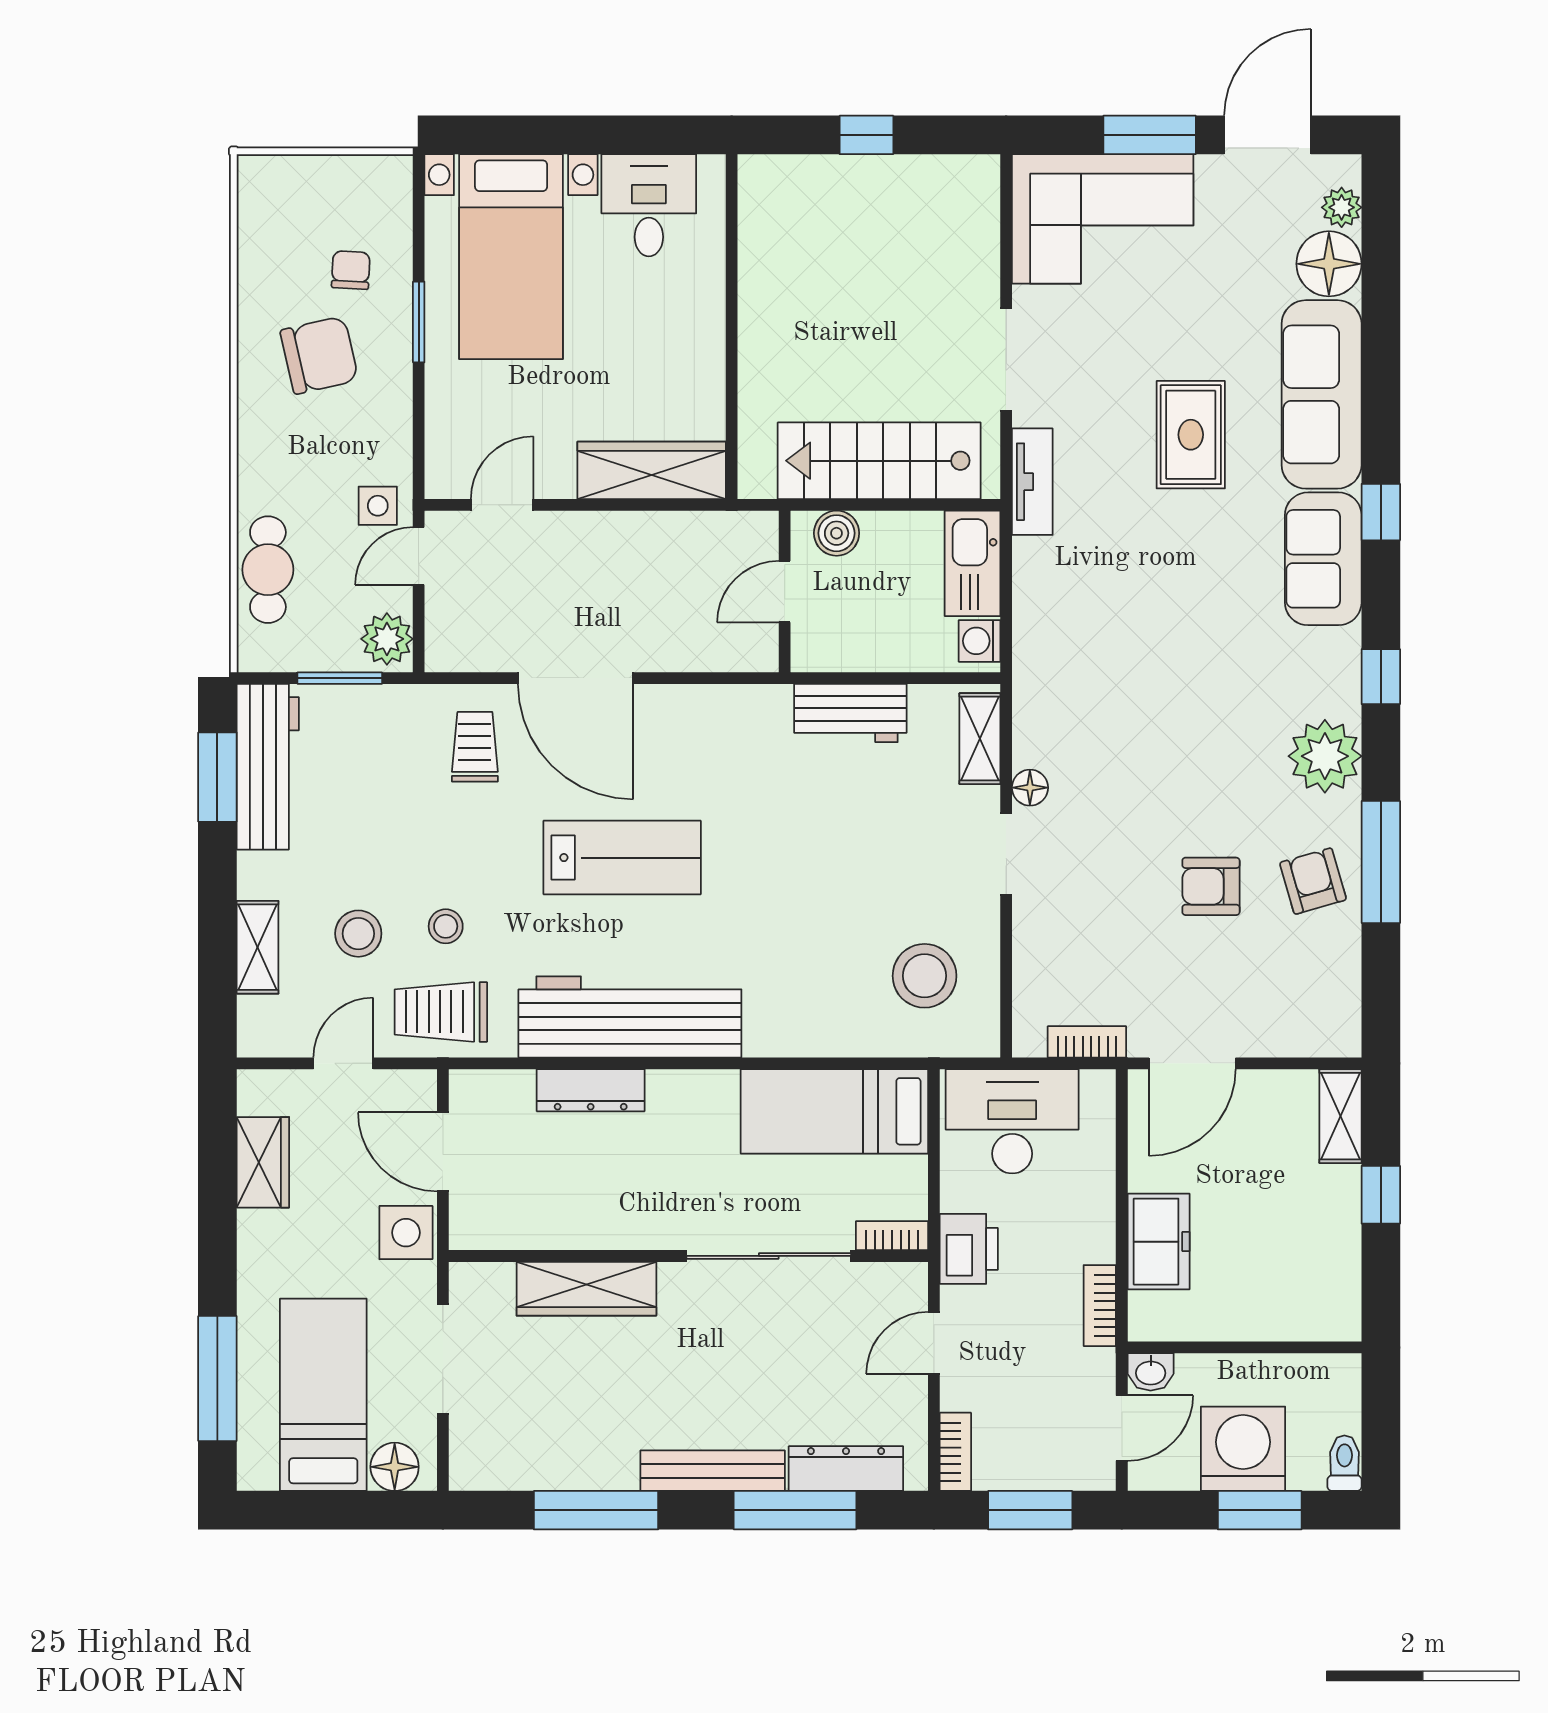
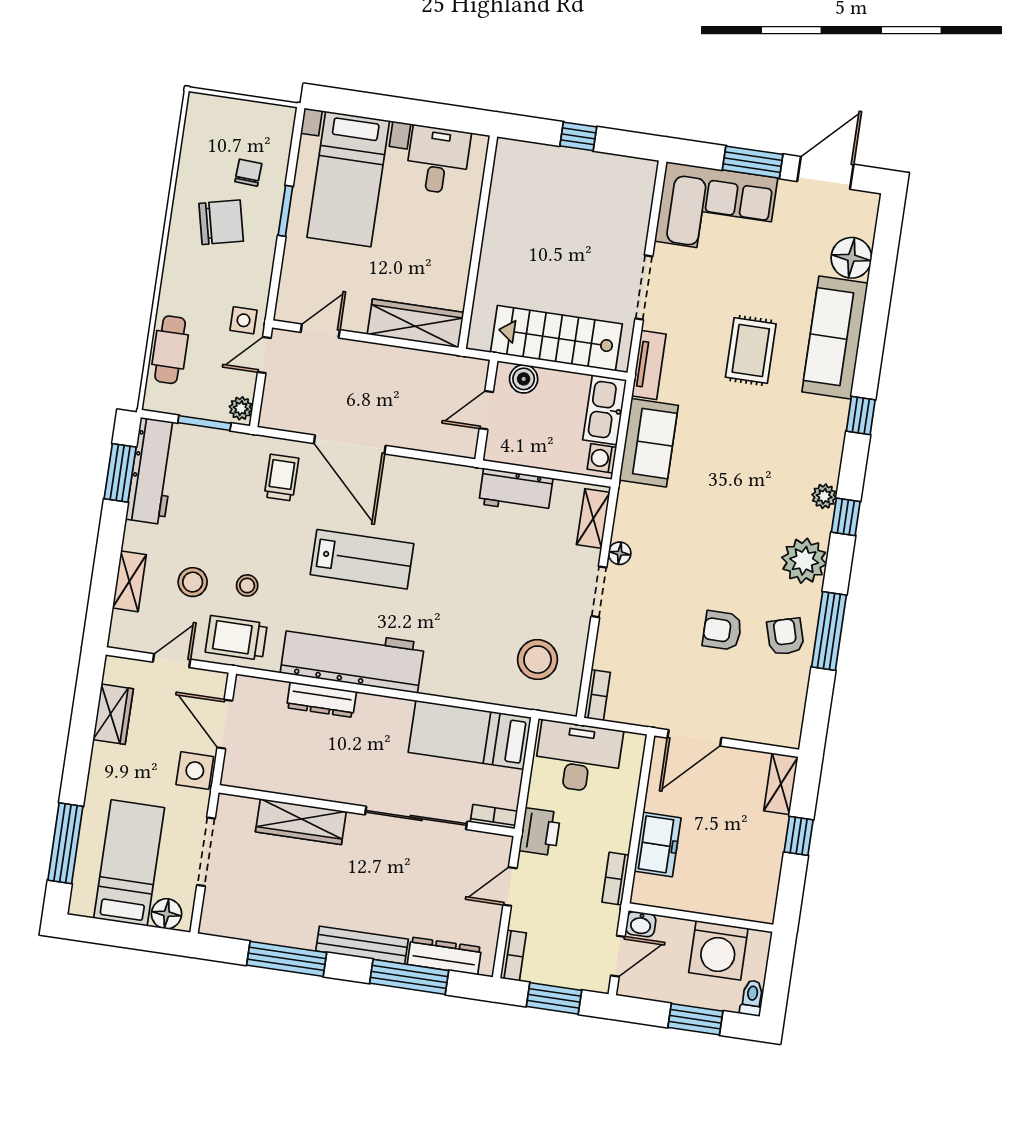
plant: (1342, 207) -> (824, 496), moved
sofa: (1323, 559) -> (649, 443), moved, turned 180
plant: (387, 639) -> (241, 408), width x0.73, depth x0.73
bookcase: (1087, 1042) -> (597, 695), moved, turned 90
washing machine: (1243, 1449) -> (718, 950), moved, turned 180

